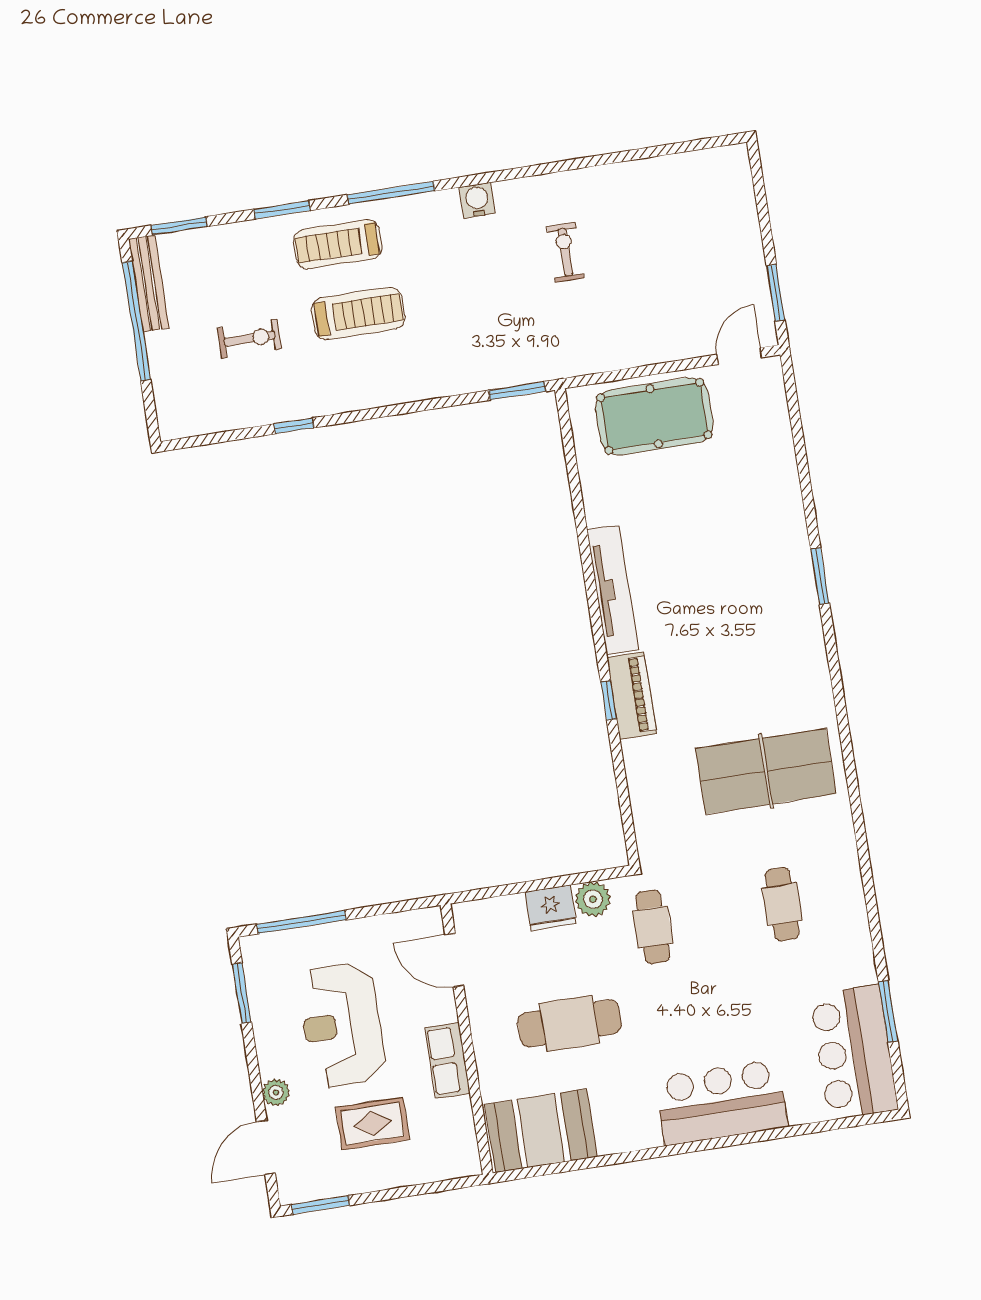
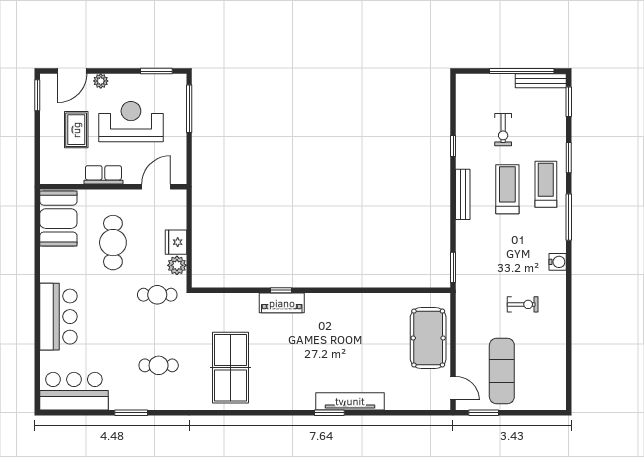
exercise mat: (694, 271) -> (502, 371), added
treadmill: (358, 313) -> (507, 189), turned 180
bench: (380, 394) -> (463, 194), added
tv unit: (613, 590) -> (350, 401), moved, turned 180
window: (888, 1011) -> (131, 413), moved
door: (266, 1148) -> (72, 71), swing flipped

